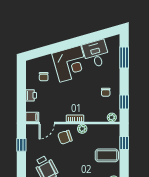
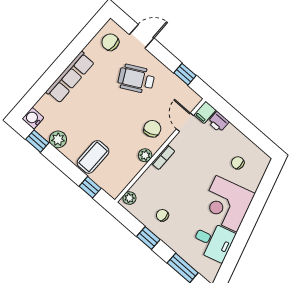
printer: (31, 95) -> (218, 122), moved
window: (124, 102) -> (148, 238), moved

